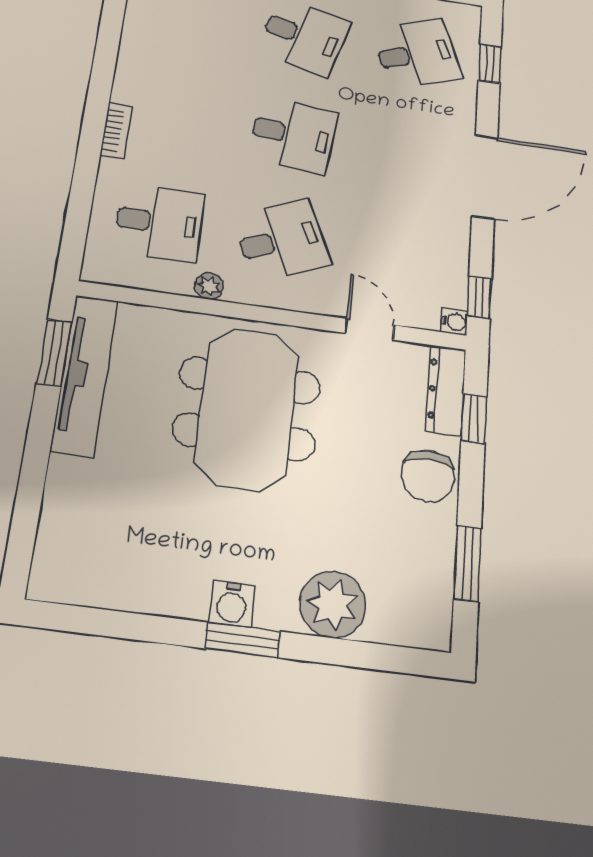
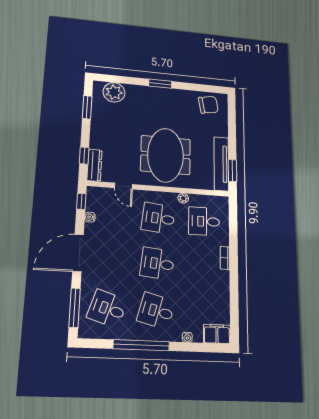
desk: (417, 54) -> (107, 309), turned 39
window: (490, 64) -> (75, 308), width x2.17
desk: (282, 240) -> (158, 218), turned 30
water cooler: (454, 322) -> (90, 217), moved
chair: (428, 476) -> (208, 105), moved, turned 80
water cooler: (232, 604) -> (165, 94), removed
plant: (333, 604) -> (114, 92), moved

